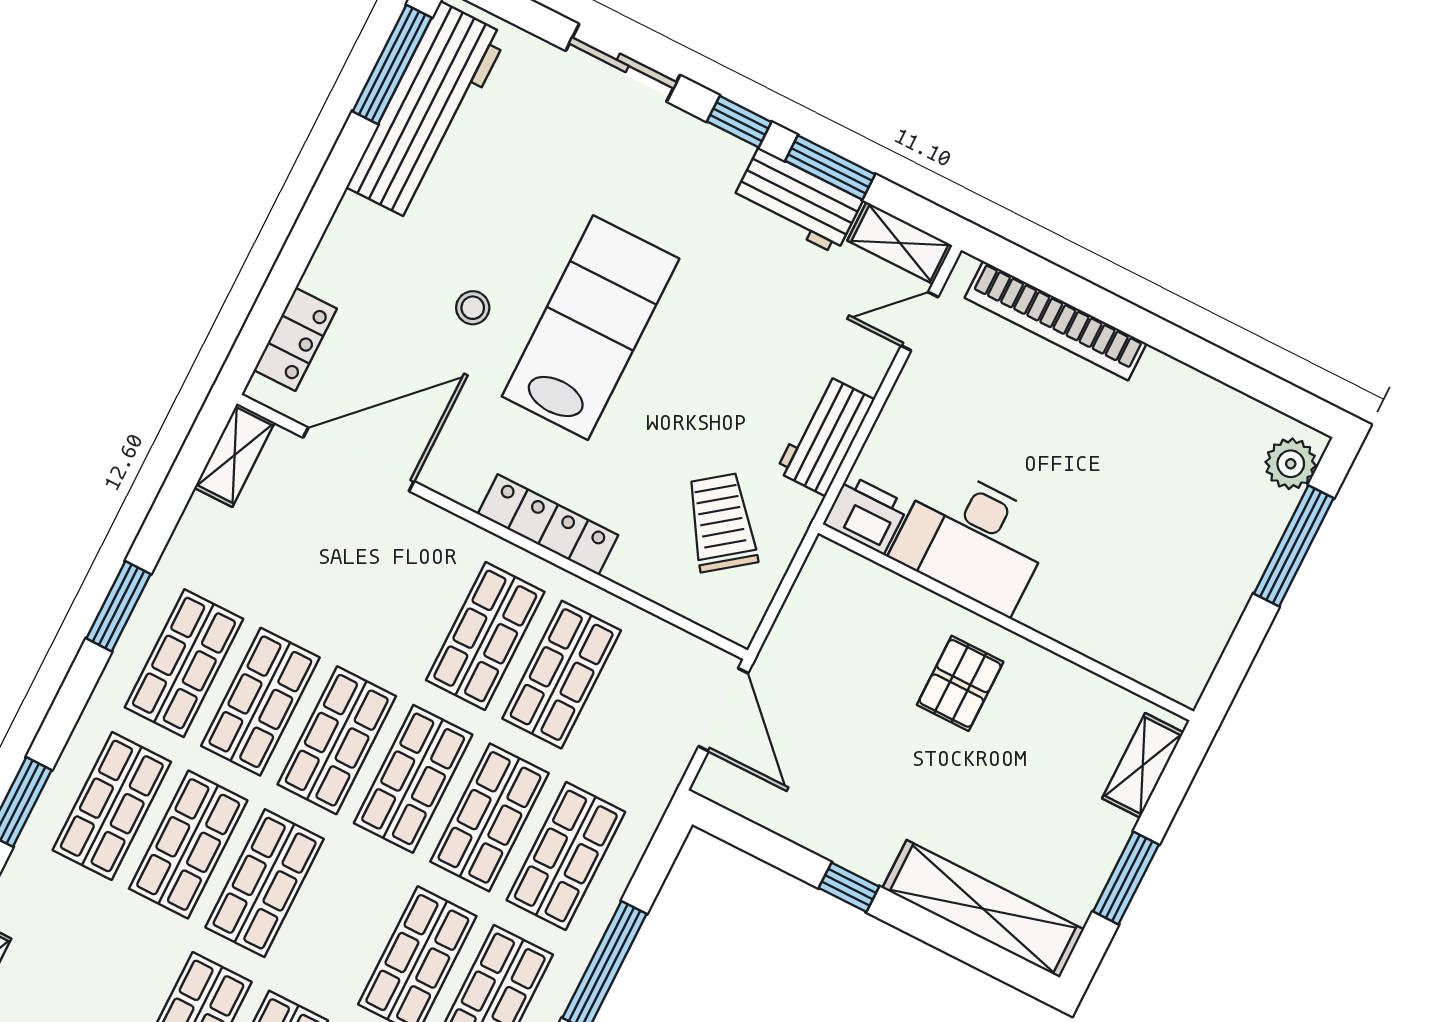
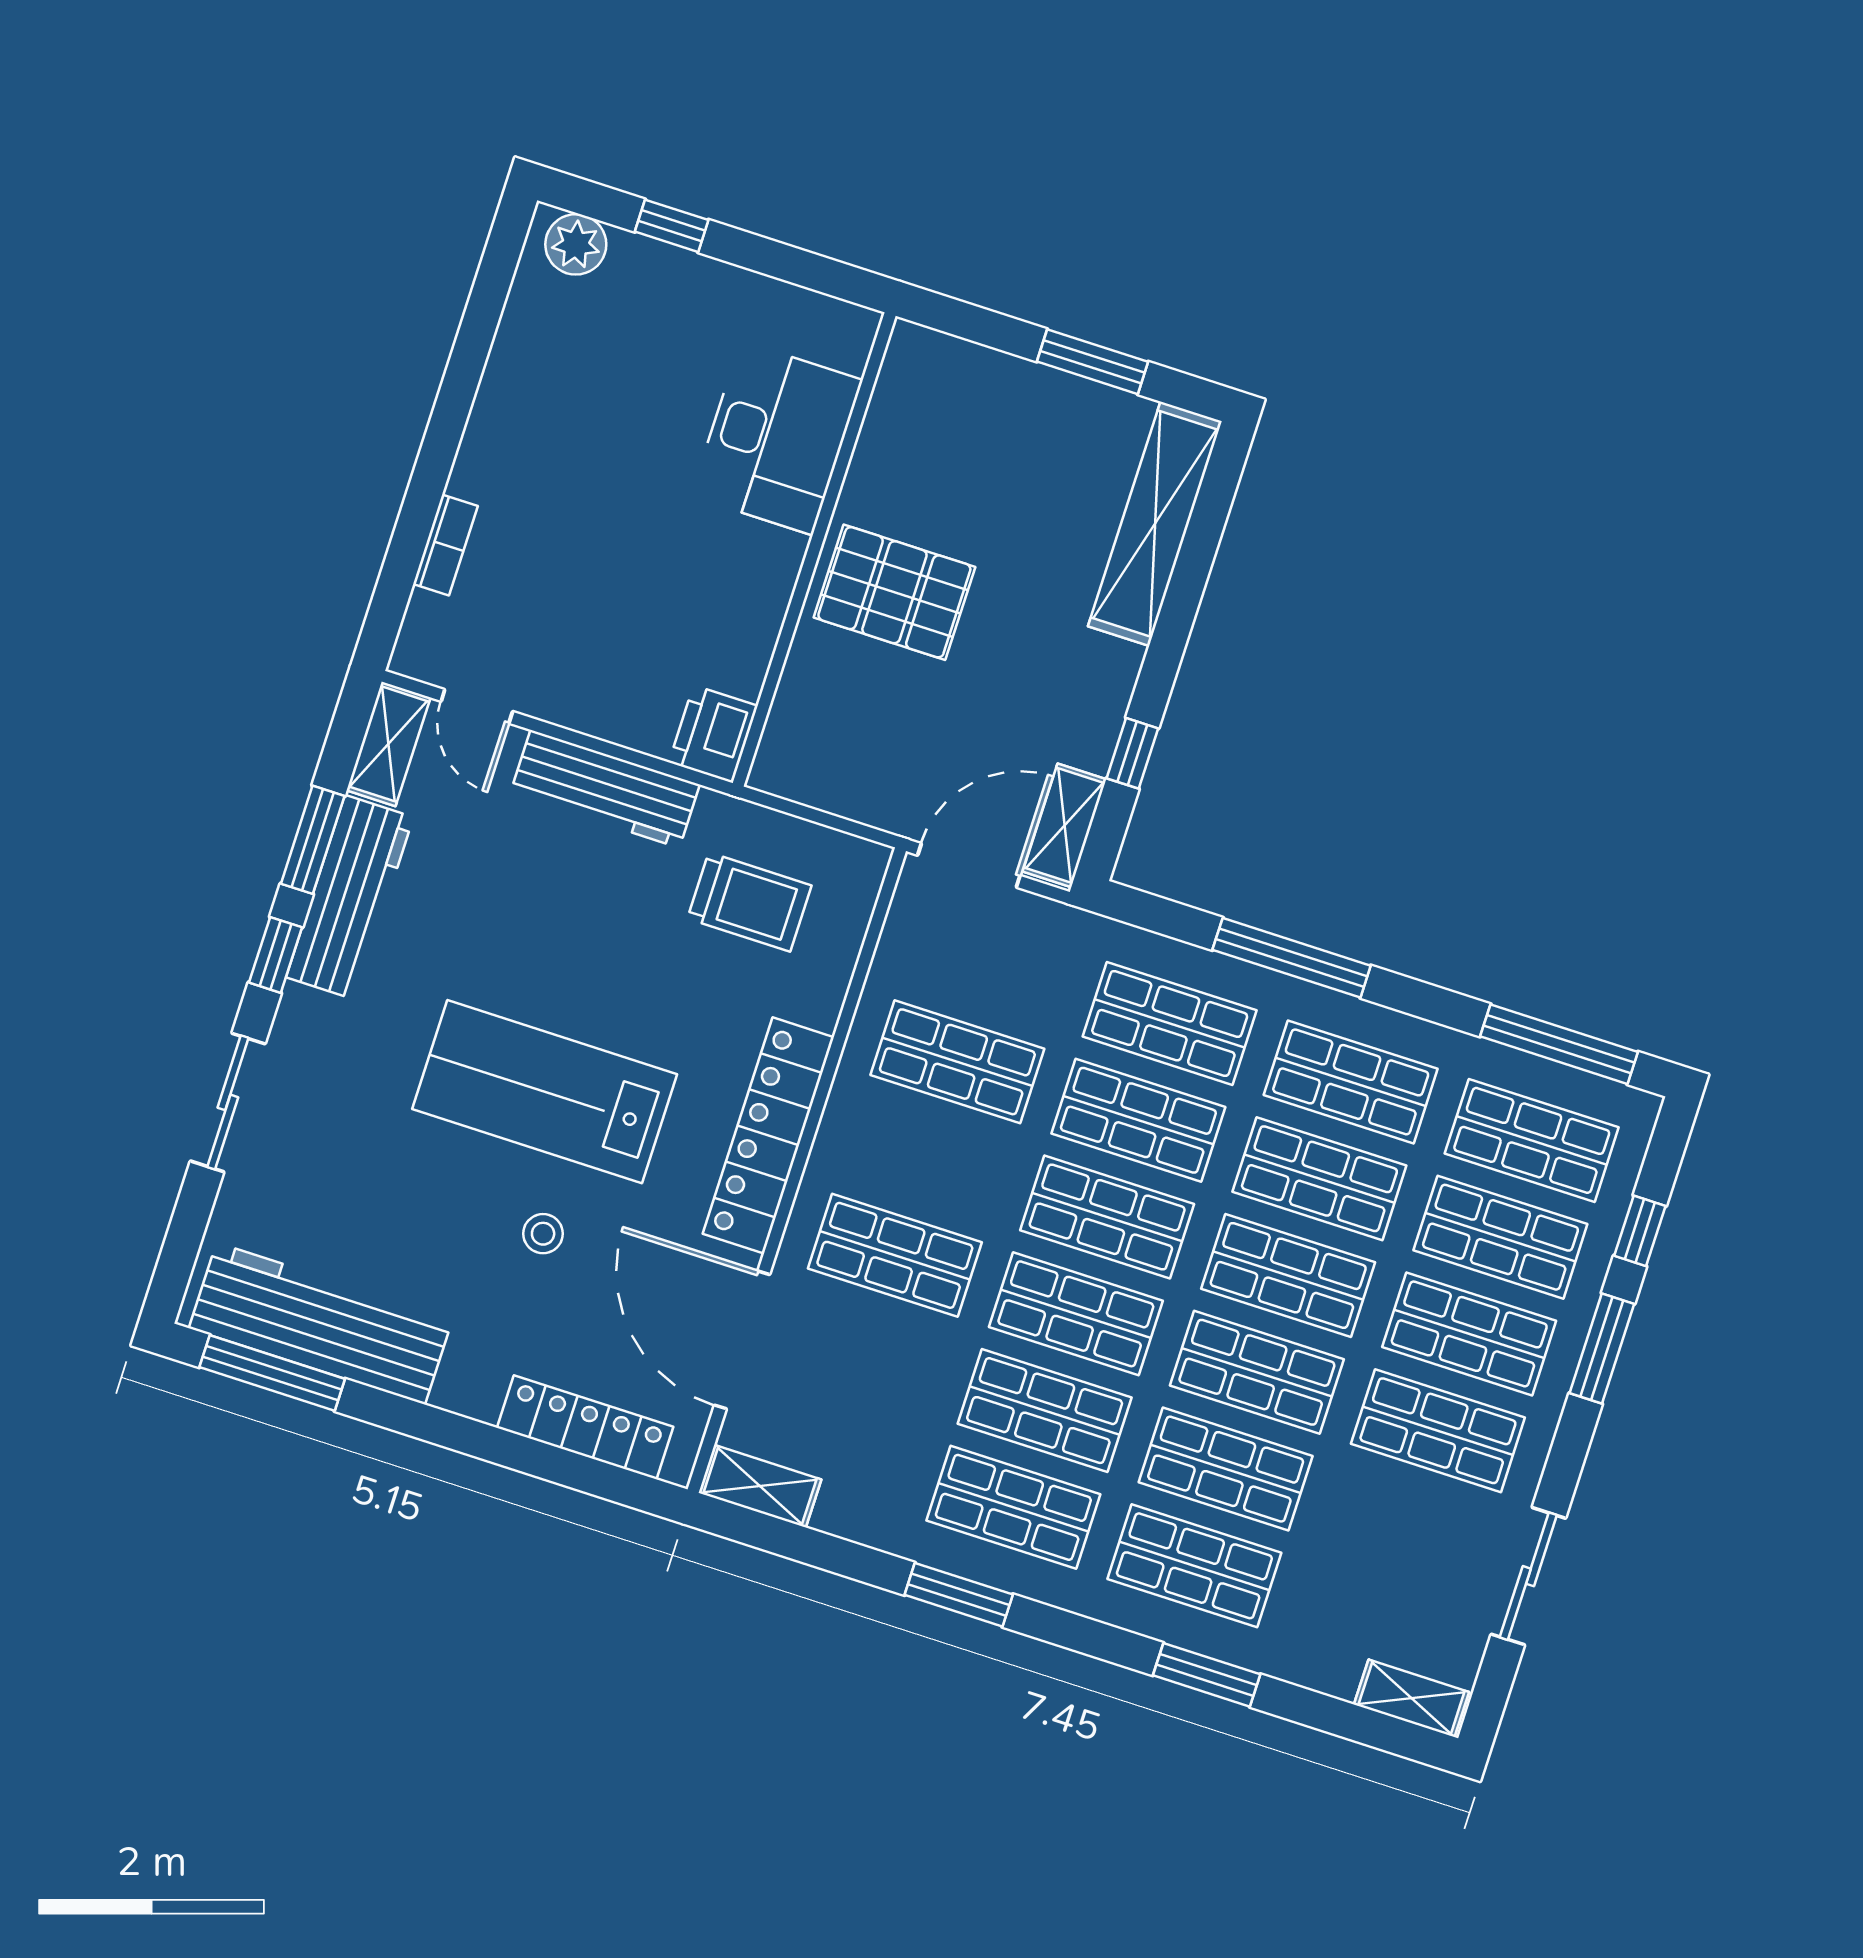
workbench: (797, 201) -> (350, 897), width x1.38
bookcase: (1056, 321) -> (445, 545), width x0.43, depth x0.76
locker: (295, 339) -> (585, 1427), width x1.53
workbench: (825, 435) -> (605, 789), width x1.37
trolley: (721, 523) -> (749, 902), turned -143
locker: (548, 525) -> (768, 1135), width x1.41, depth x1.21
desk: (973, 539) -> (777, 438), moved
window: (1294, 546) -> (672, 226), width x0.46
shop shelf: (485, 636) -> (895, 1255), moved
pallet: (960, 683) -> (894, 592), width x1.50, depth x1.42
shelving: (1143, 765) -> (1064, 825), moved, turned 90
window: (849, 887) -> (1132, 753), moved
shop shelf: (341, 922) -> (1288, 1275), added

